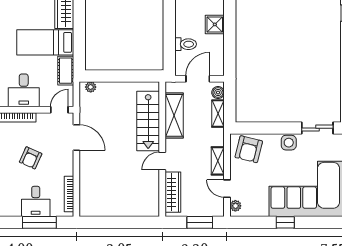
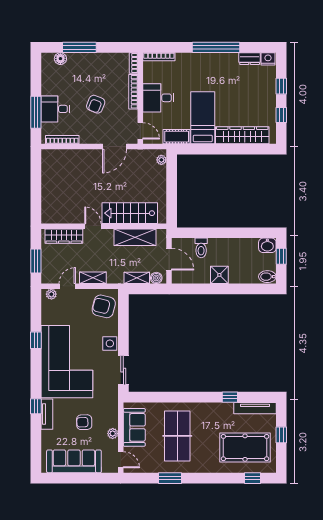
armchair: (31, 158) -> (96, 104), turned -92

